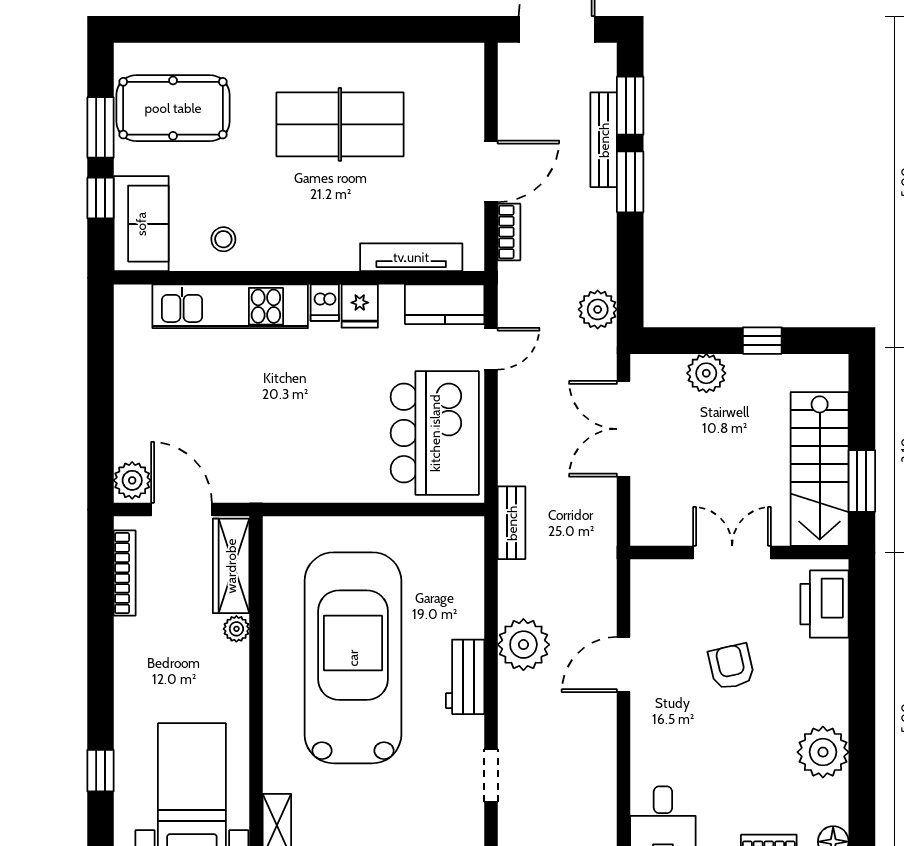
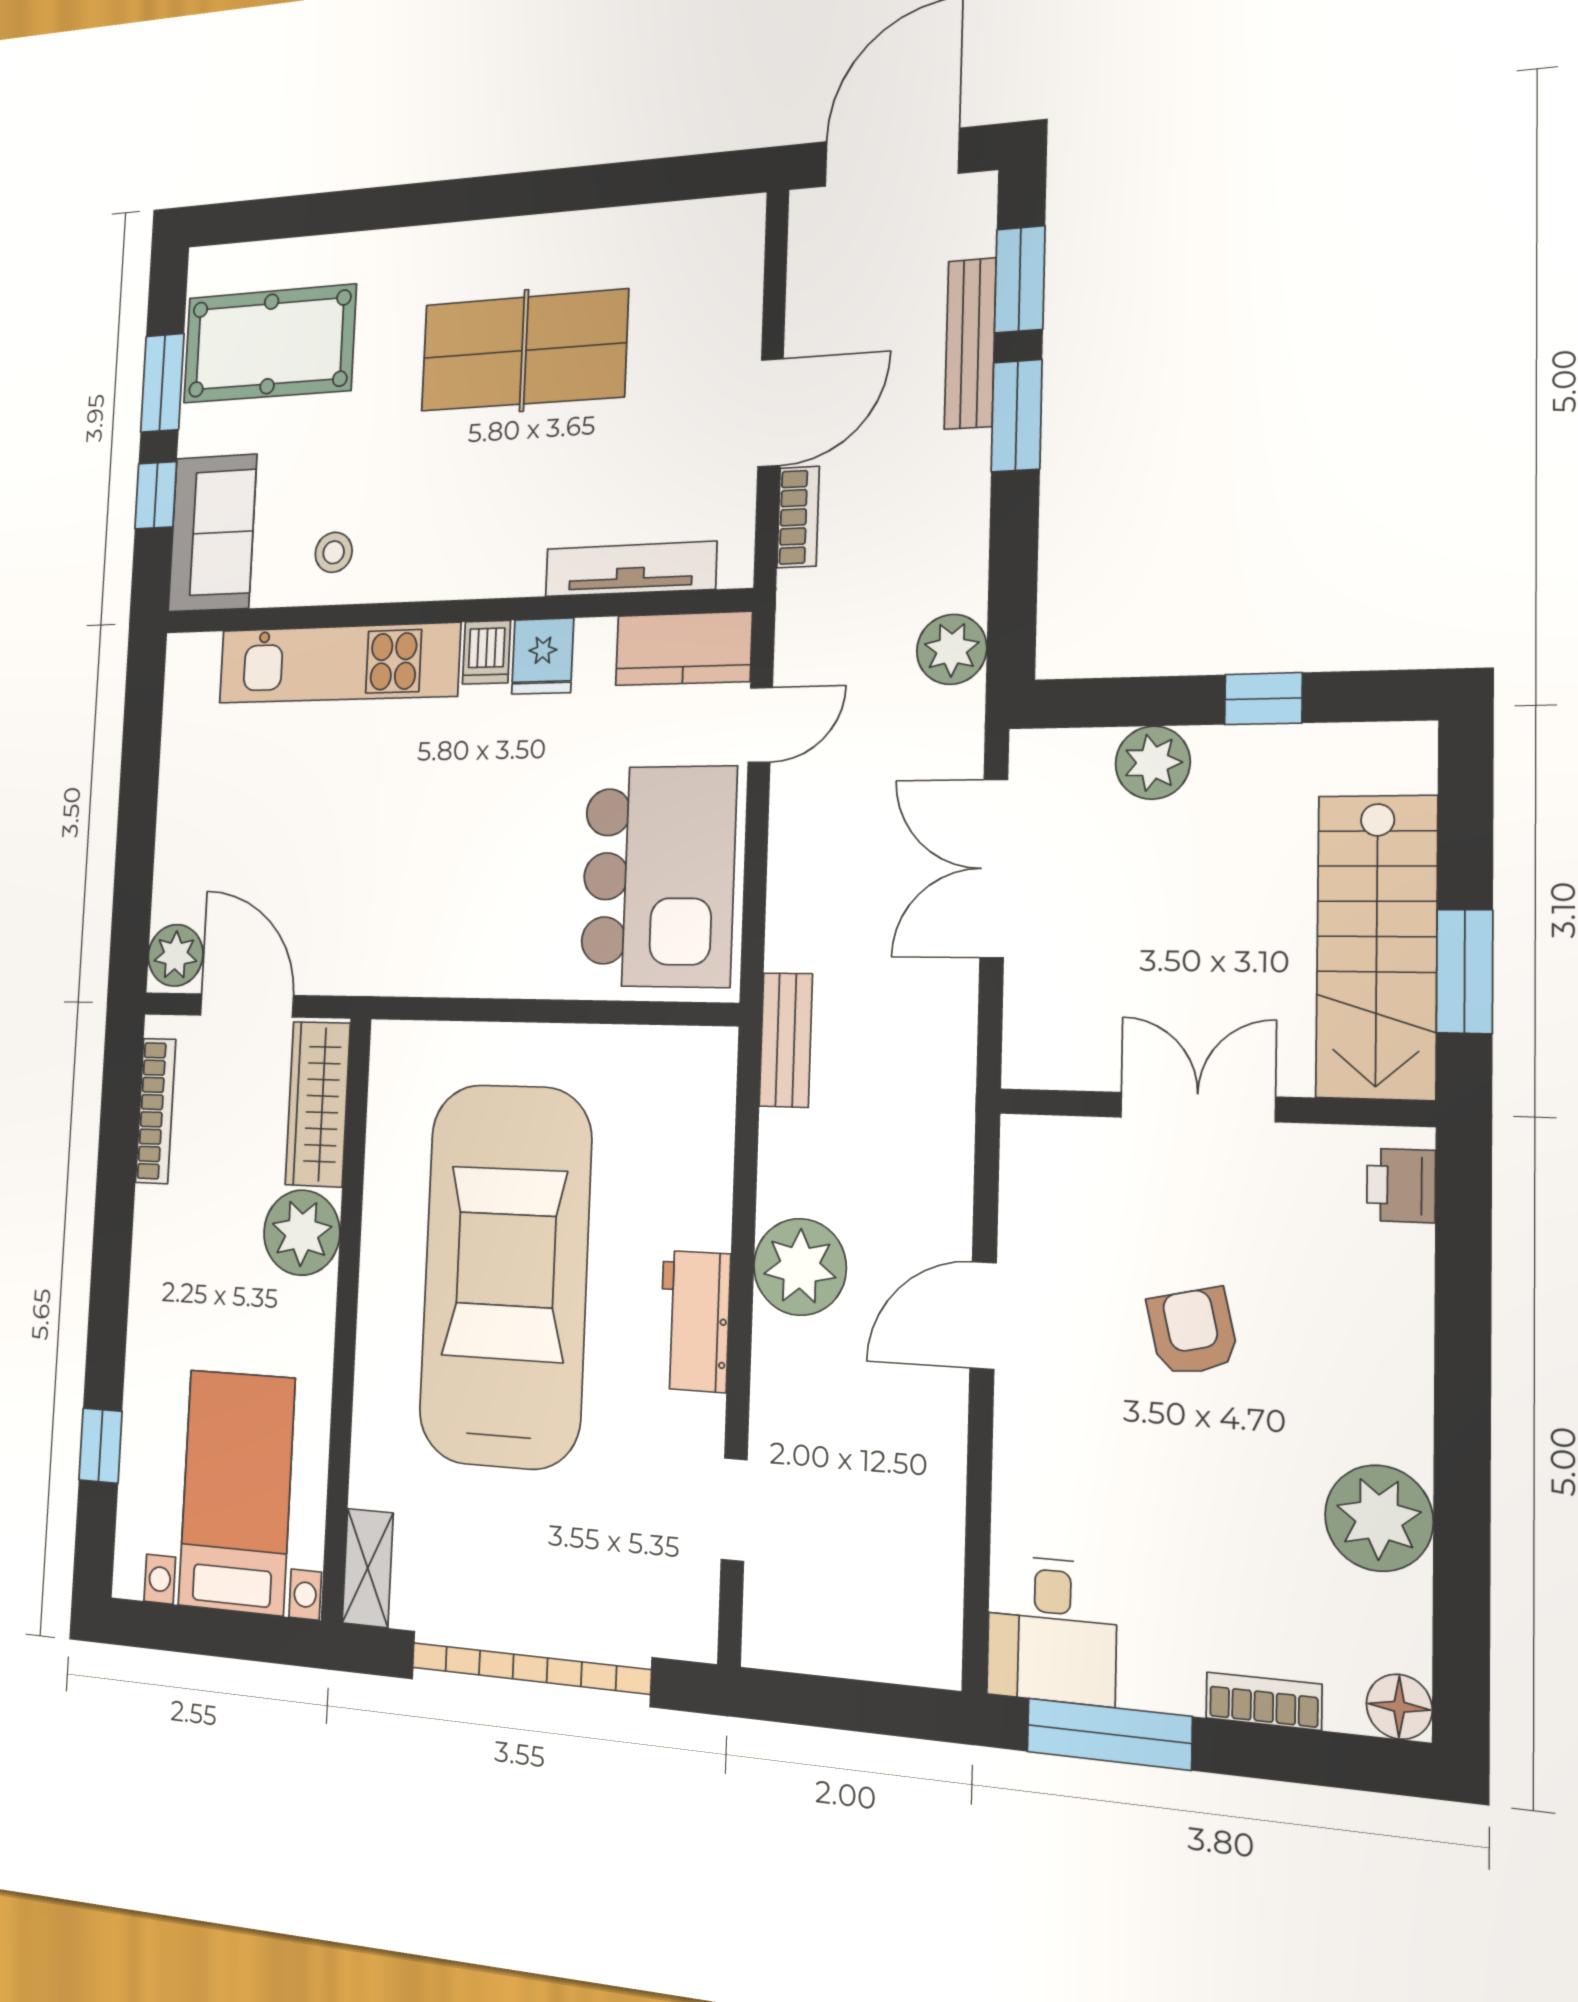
printer: (824, 604) -> (1401, 1185), width x0.53, depth x0.68
plant: (236, 629) -> (302, 1233), width x1.88, depth x1.88

